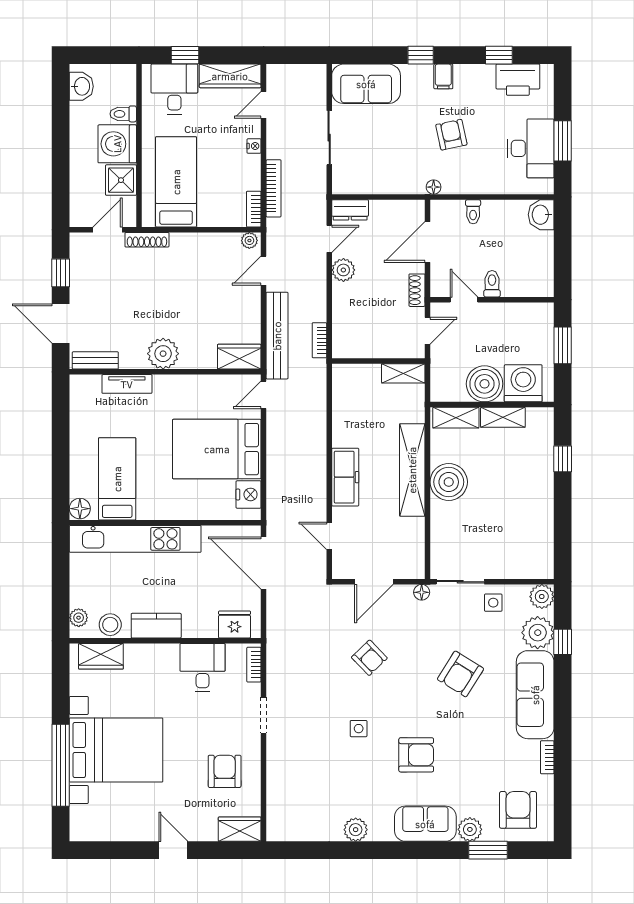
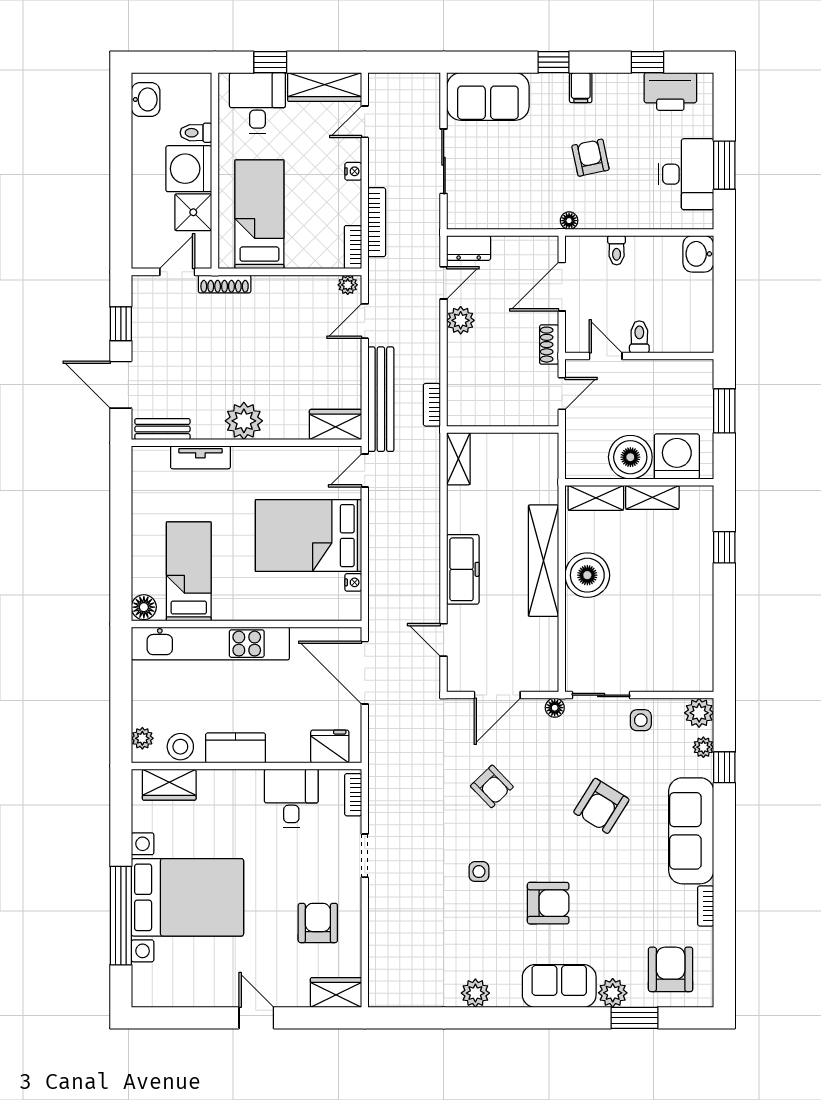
shelving: (403, 373) -> (458, 459), moved, turned 90
nightstand: (249, 494) -> (353, 582), width x0.53, depth x0.56
plant: (538, 633) -> (703, 747), width x0.53, depth x0.53

